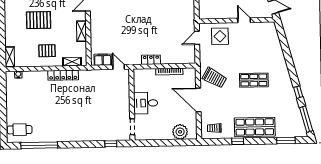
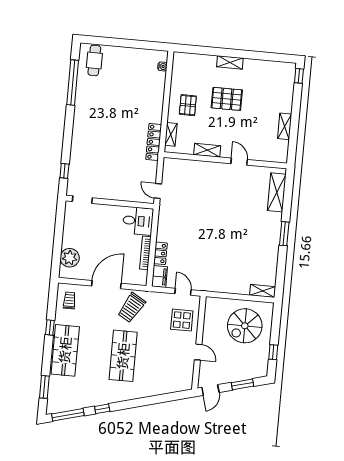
pallet: (39, 20) -> (227, 99), turned 90
door: (244, 20) -> (198, 352), hinge flipped
shelving: (10, 57) -> (230, 62), moved
filing cabinet: (103, 60) -> (159, 276), moved
locker: (151, 60) -> (160, 253), moved
door: (119, 67) -> (158, 191), swing flipped
locker: (63, 75) -> (154, 142), moved
shop shelf: (254, 80) -> (123, 356), width x1.43, depth x1.36
desk: (146, 103) -> (138, 221), moved, turned 90

